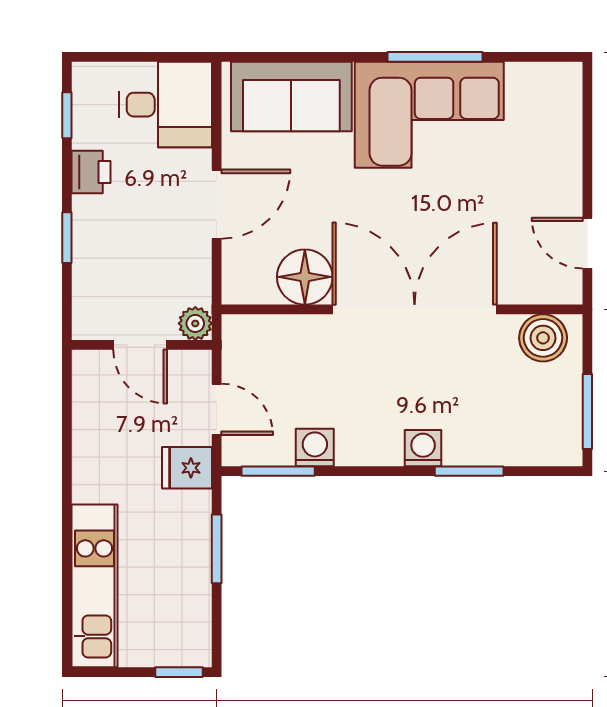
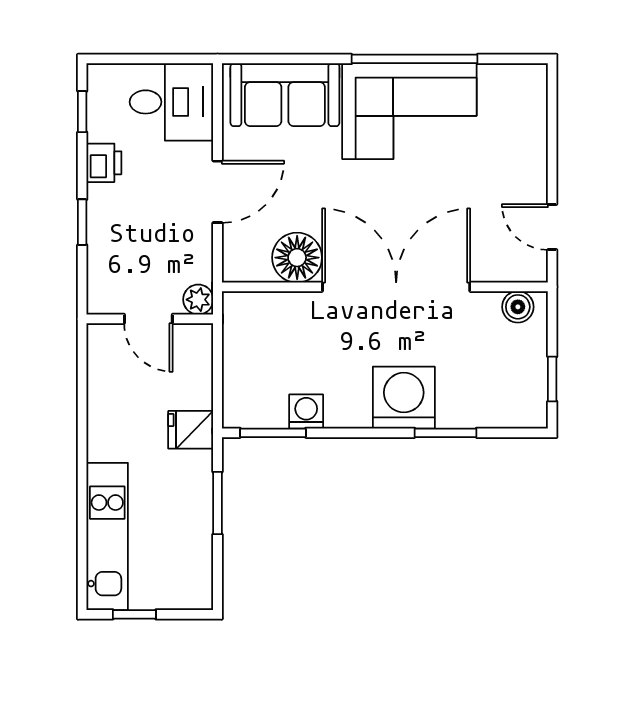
window: (435, 57) -> (415, 59), width x1.46
boiler: (543, 338) -> (518, 307), width x0.73, depth x0.73
door: (217, 409) -> (217, 377), removed
window: (587, 412) -> (552, 379), width x0.67
washing machine: (423, 448) -> (404, 398), width x1.89, depth x1.89
window: (179, 672) -> (134, 614), moved

